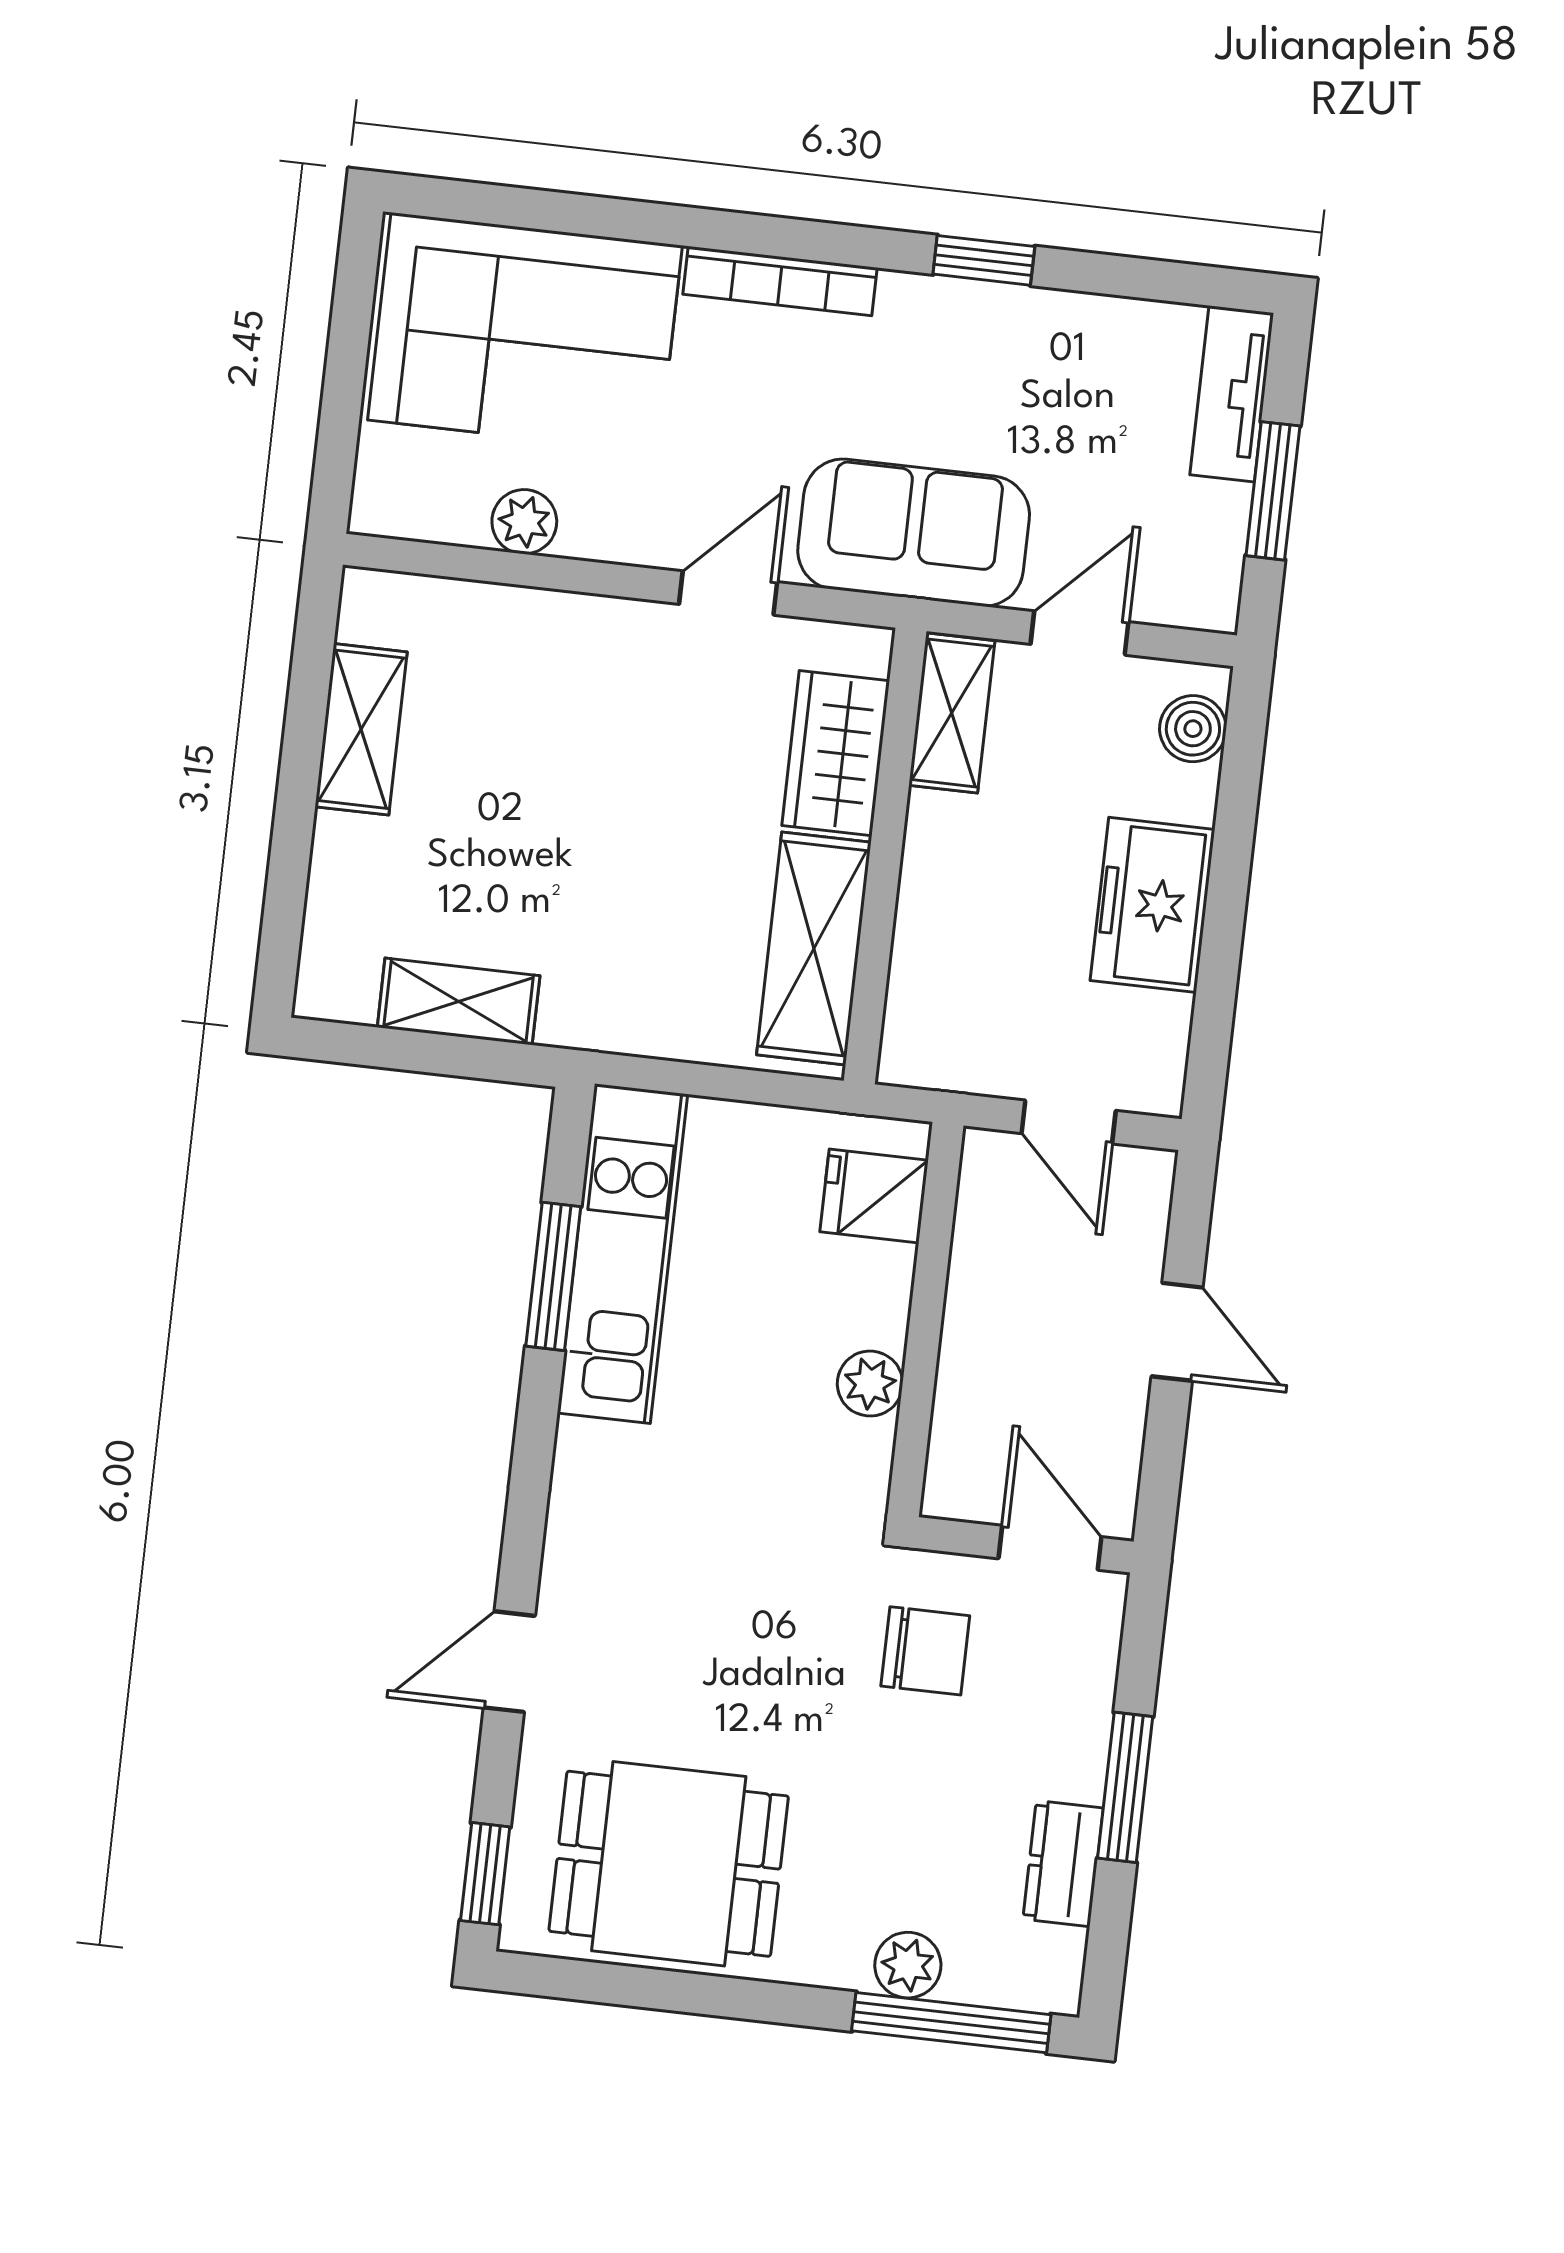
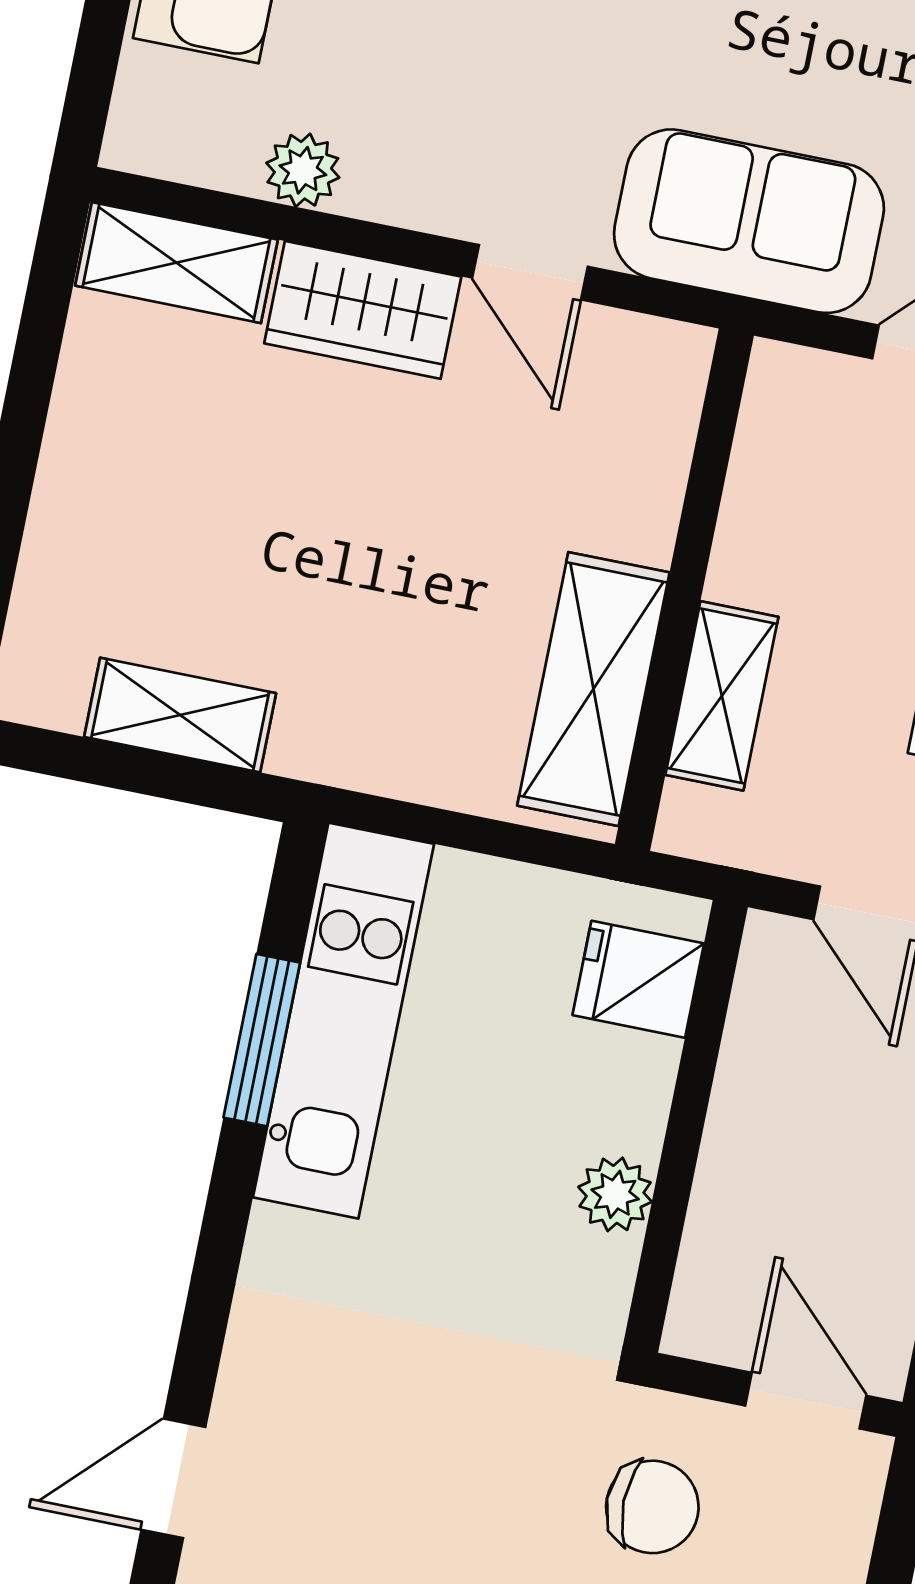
door: (728, 593) -> (530, 272), swing flipped
shelving: (952, 713) -> (722, 696), moved
shelving: (361, 729) -> (176, 263), moved, turned 90
wardrobe: (836, 753) -> (363, 310), moved, turned -90

